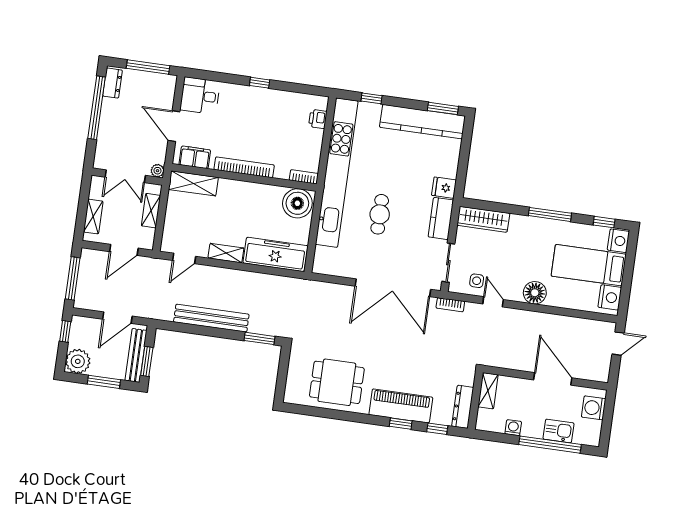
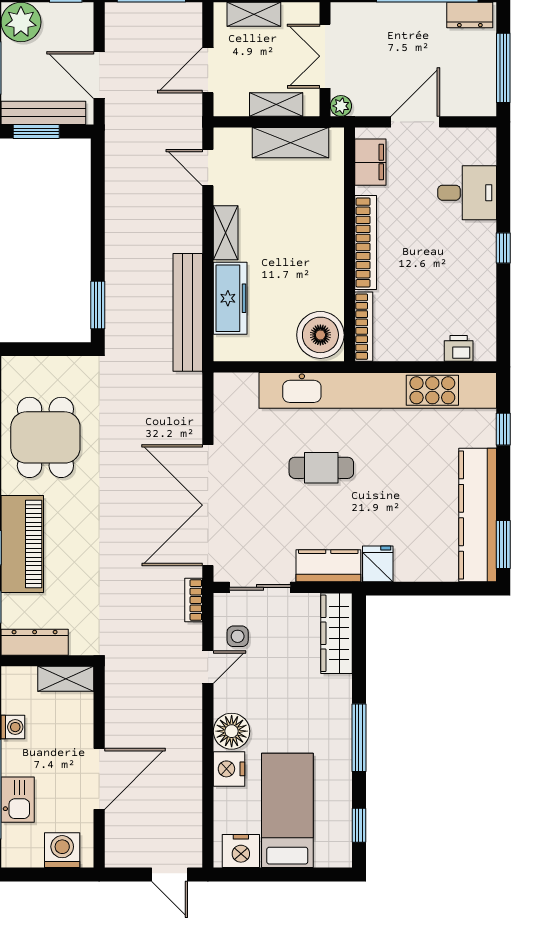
desk: (200, 96) -> (467, 193), moved, turned 90
bookcase: (304, 177) -> (364, 327), width x1.56
shelving: (193, 183) -> (290, 143), moved, turned 90
nightstand: (618, 241) -> (229, 769), moved, turned 90
door: (124, 250) -> (208, 70), hinge flipped
freezer: (275, 254) -> (230, 298), width x0.73, depth x0.79
bench: (211, 318) -> (188, 312), moved

